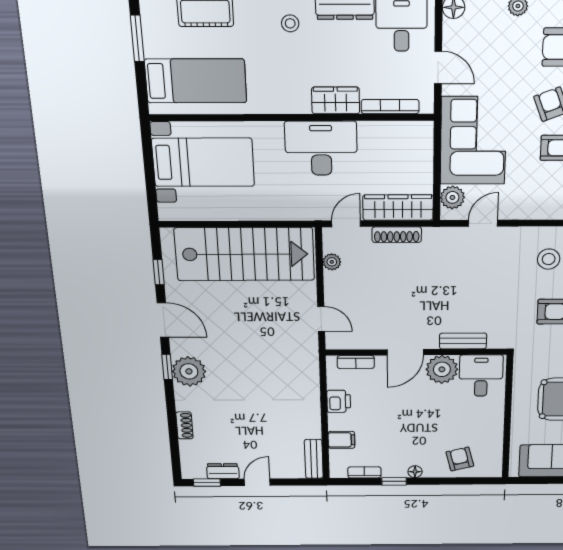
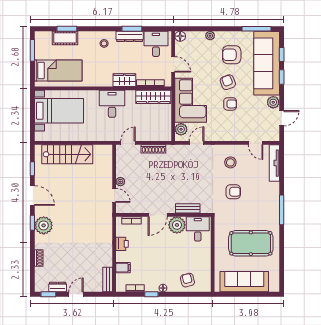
desk: (321, 148) -> (112, 104), width x0.73
wardrobe: (398, 208) -> (153, 97), moved, turned 180
stairs: (245, 254) -> (67, 154), width x0.73, depth x0.66
plant: (332, 262) -> (120, 182), moved

